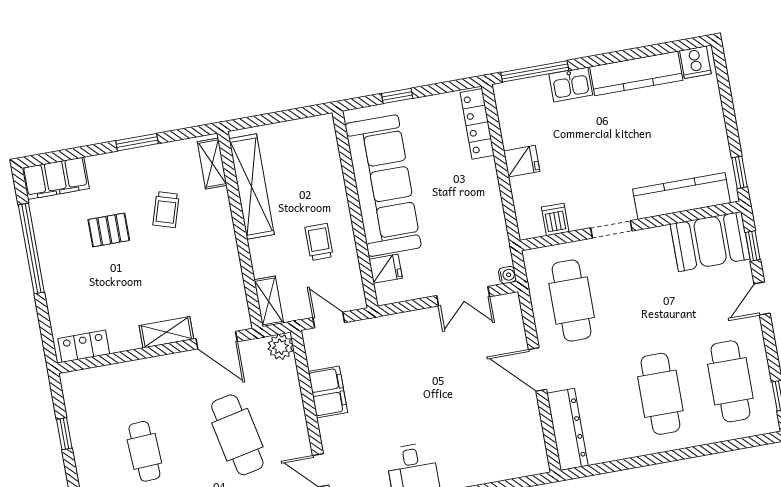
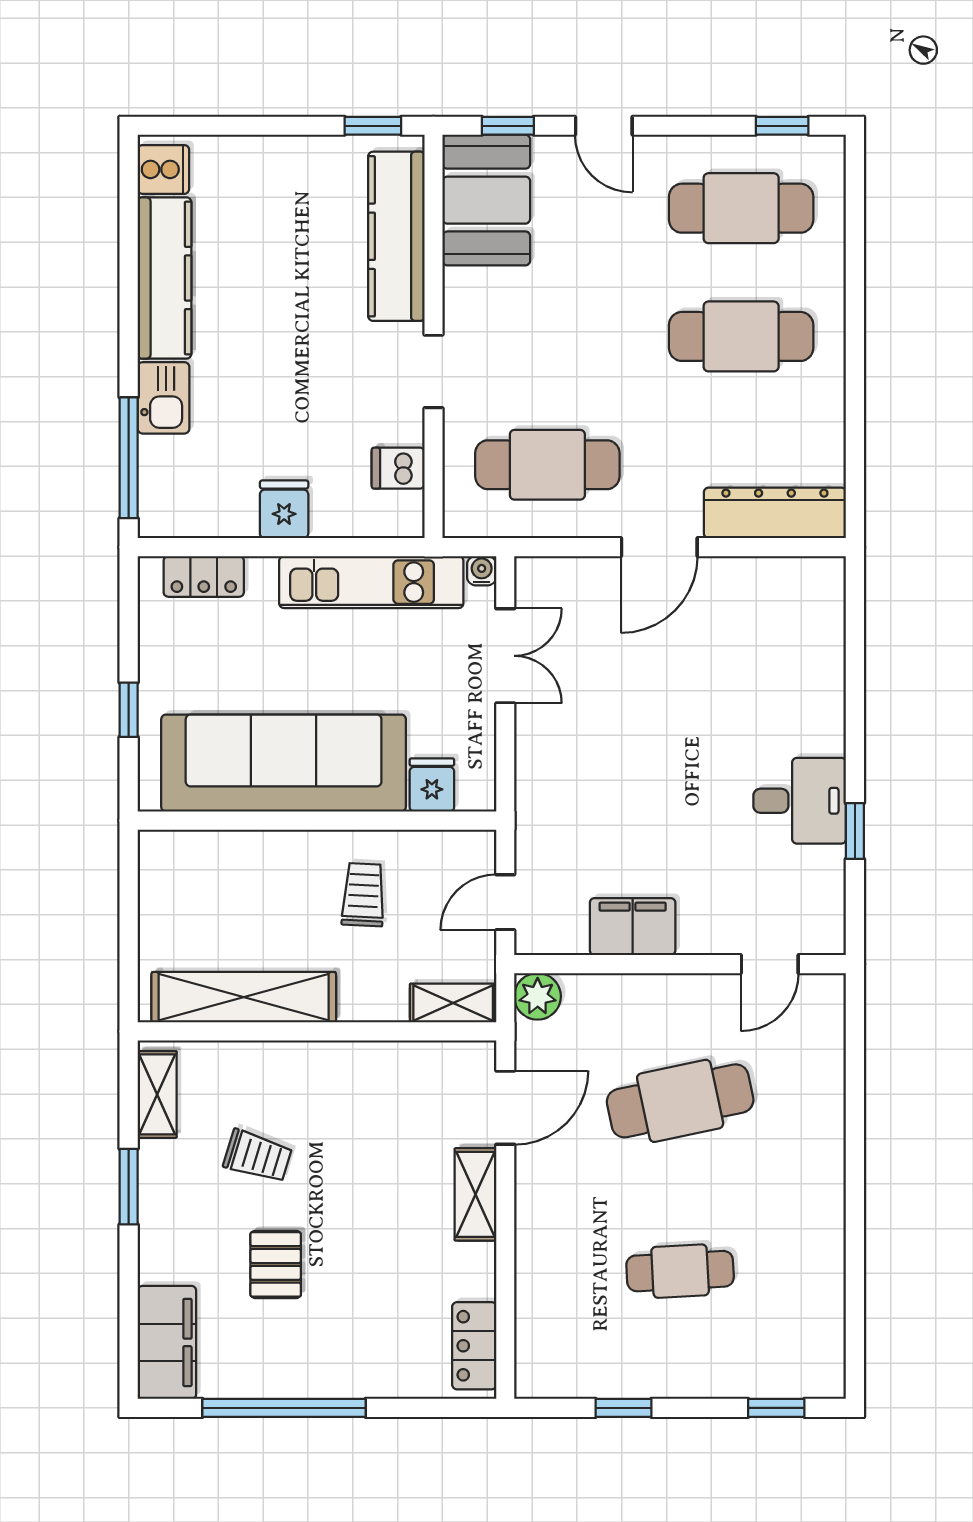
locker: (477, 124) -> (204, 576), width x0.66
shelving: (212, 164) -> (157, 1094), moved, turned 90
kitchen unit: (490, 216) -> (371, 582), added
trolley: (319, 242) -> (363, 895), turned 93

